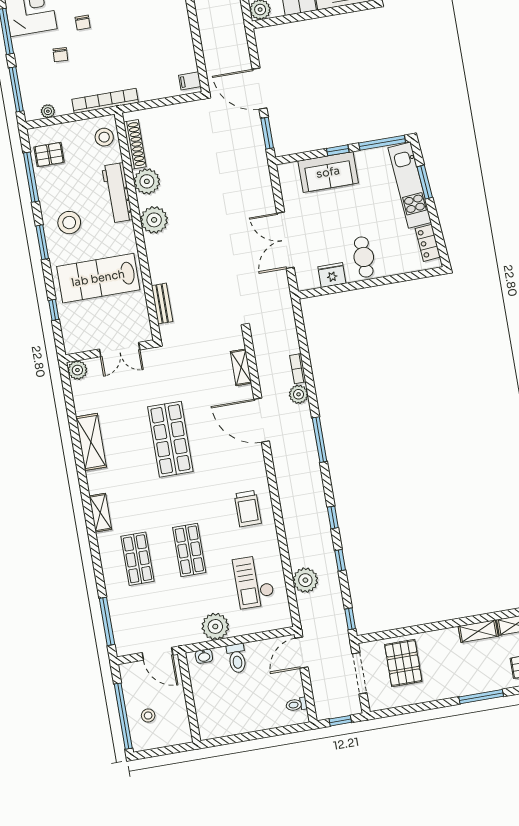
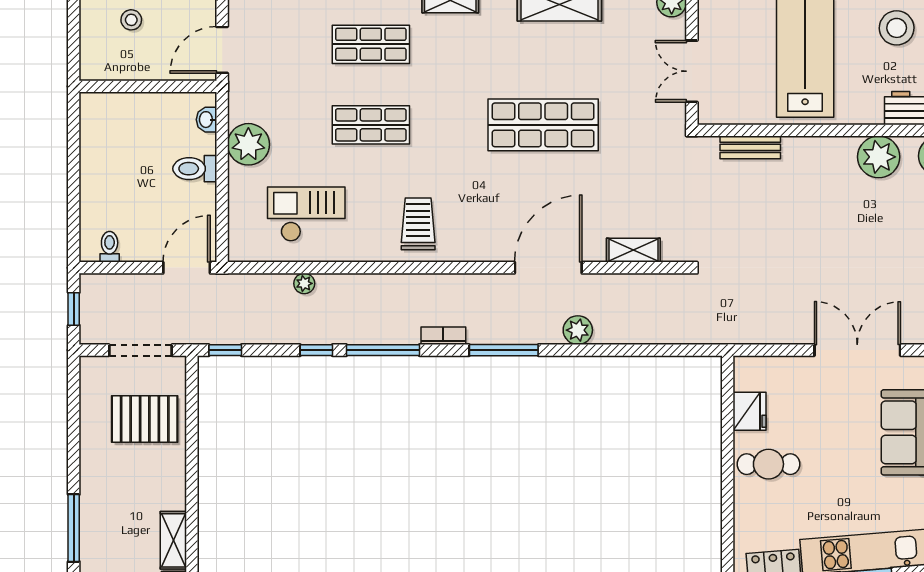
double door: (285, 240) -> (857, 350), moved
bookcase: (298, 369) -> (443, 336), moved
trolley: (248, 509) -> (418, 224), turned 90
window: (333, 517) -> (383, 350), width x2.17
plant: (305, 580) -> (304, 283), width x0.53, depth x0.53
door: (301, 653) -> (187, 268), hinge flipped

